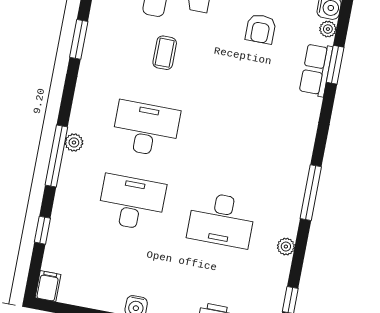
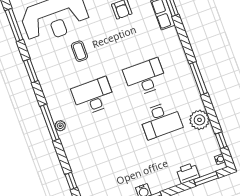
window: (56, 156) -> (50, 123), moved
desk: (132, 203) -> (145, 77), moved
plant: (286, 247) -> (199, 120), width x1.88, depth x1.88

